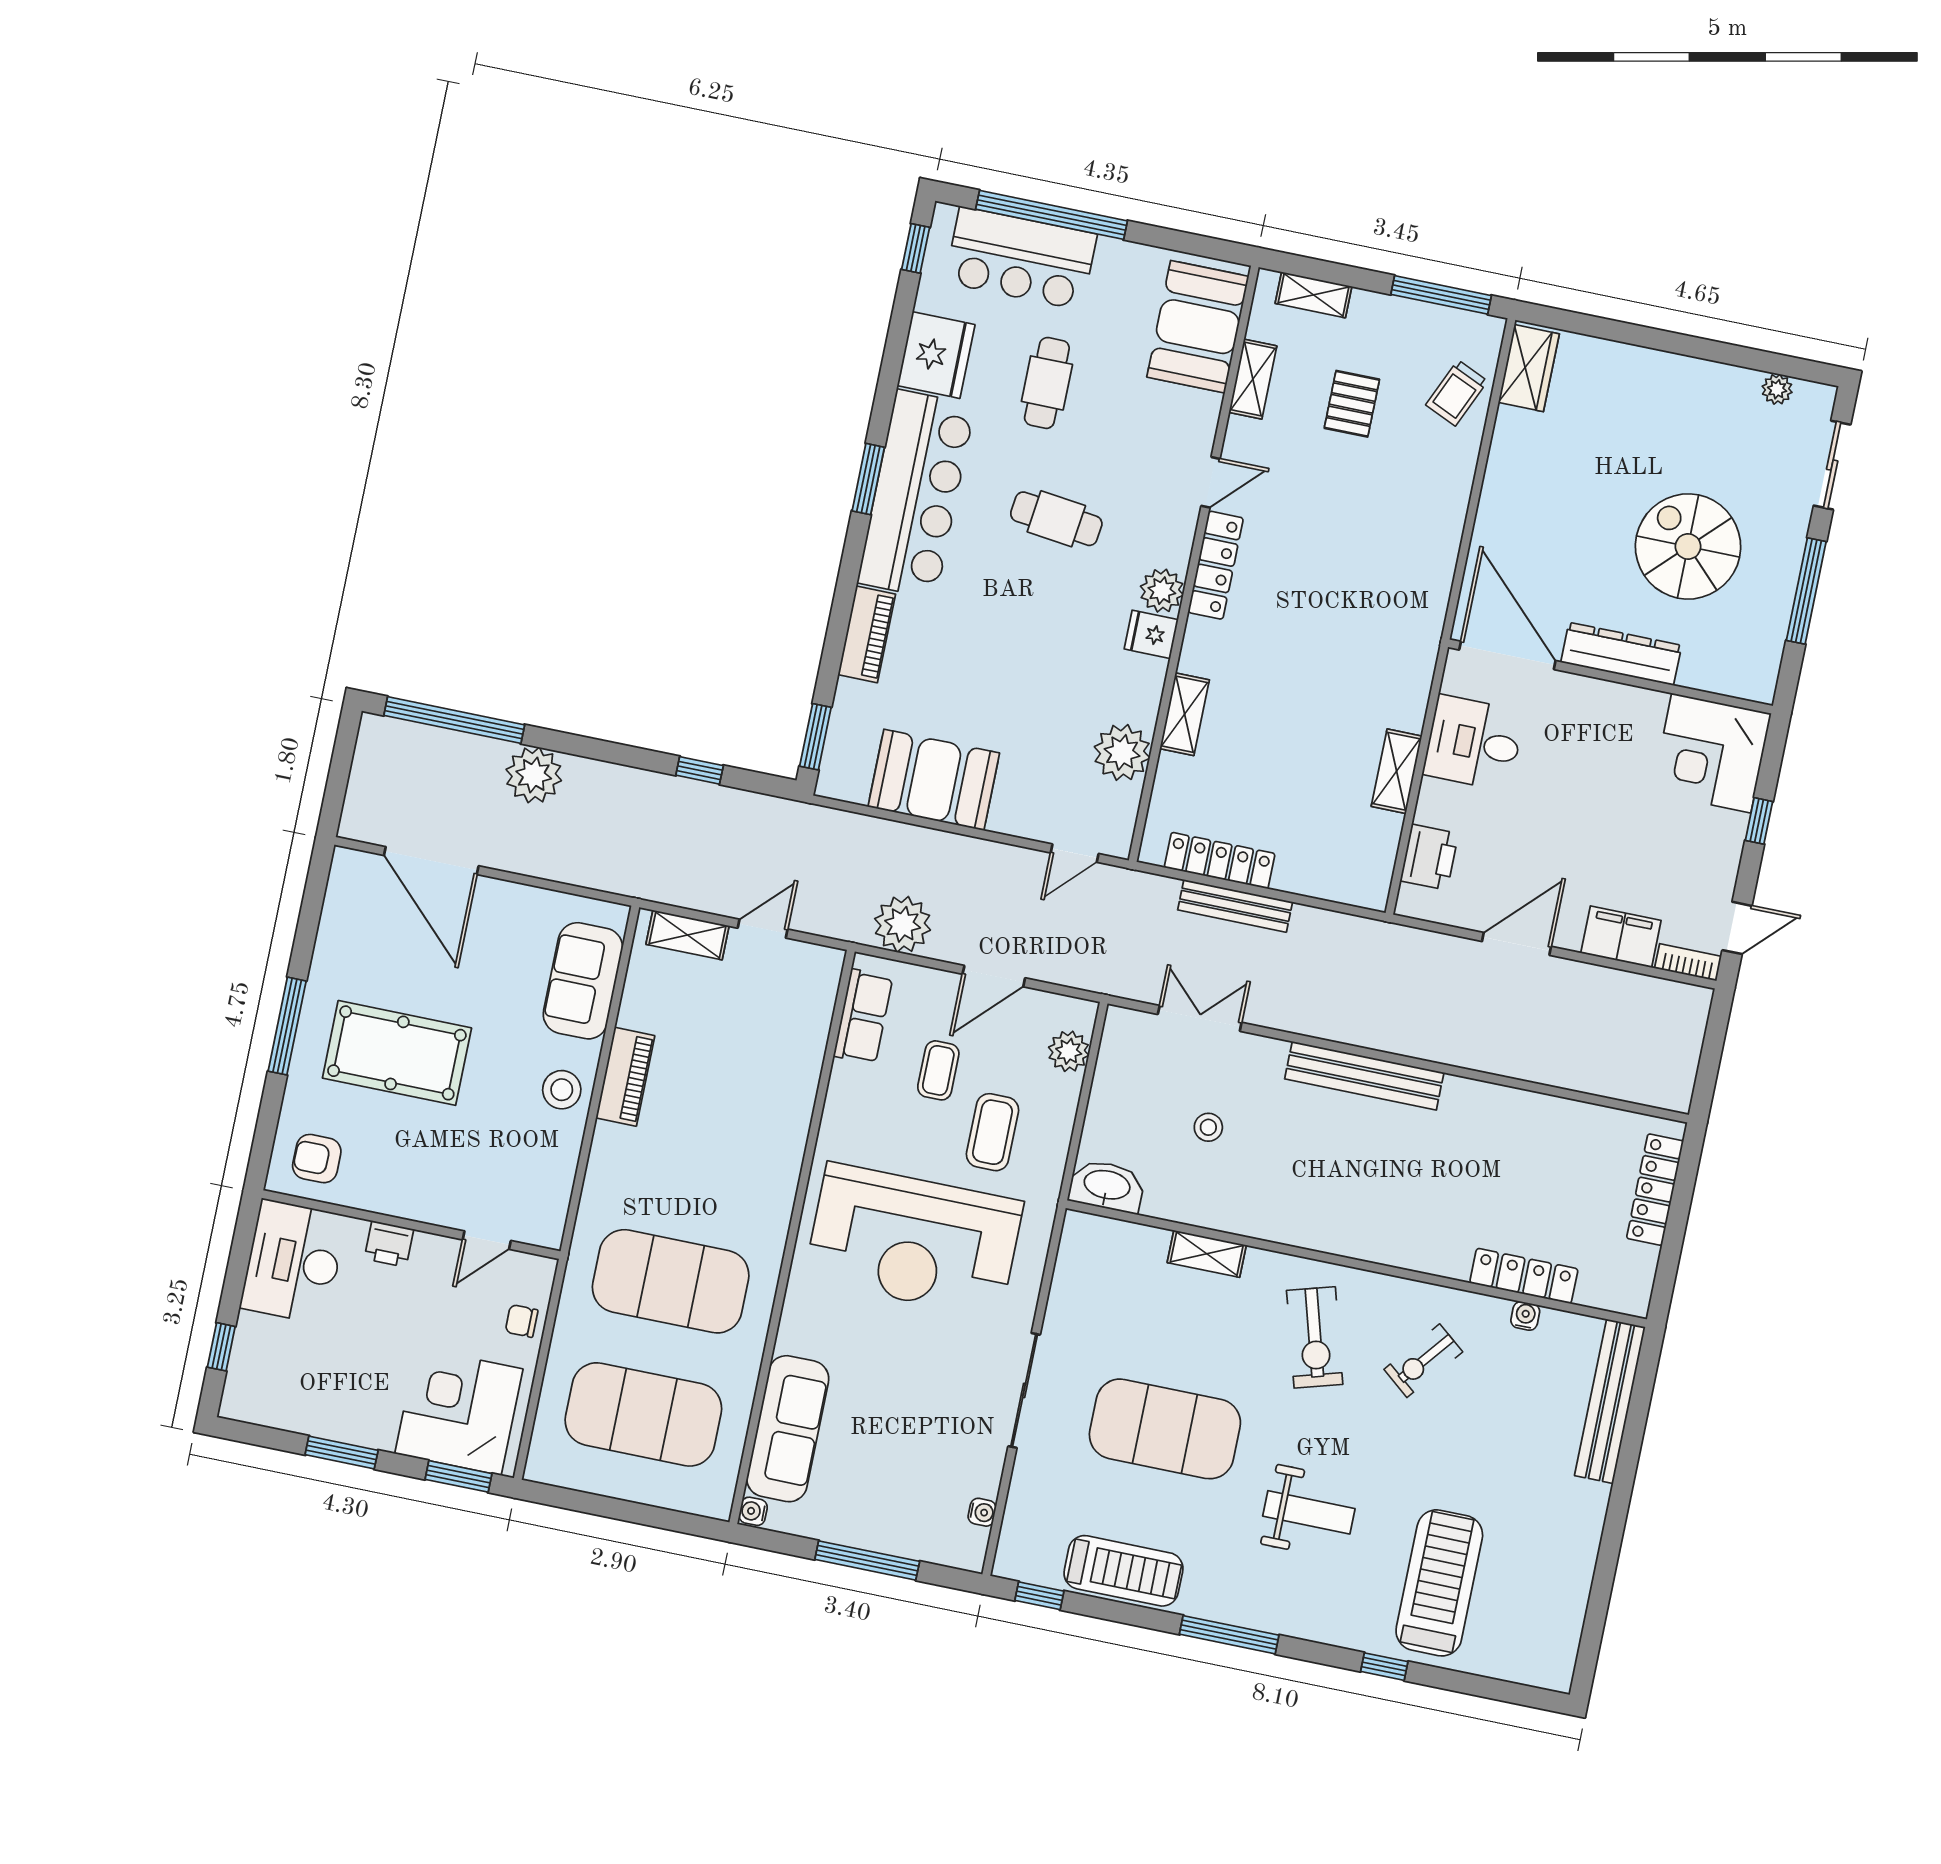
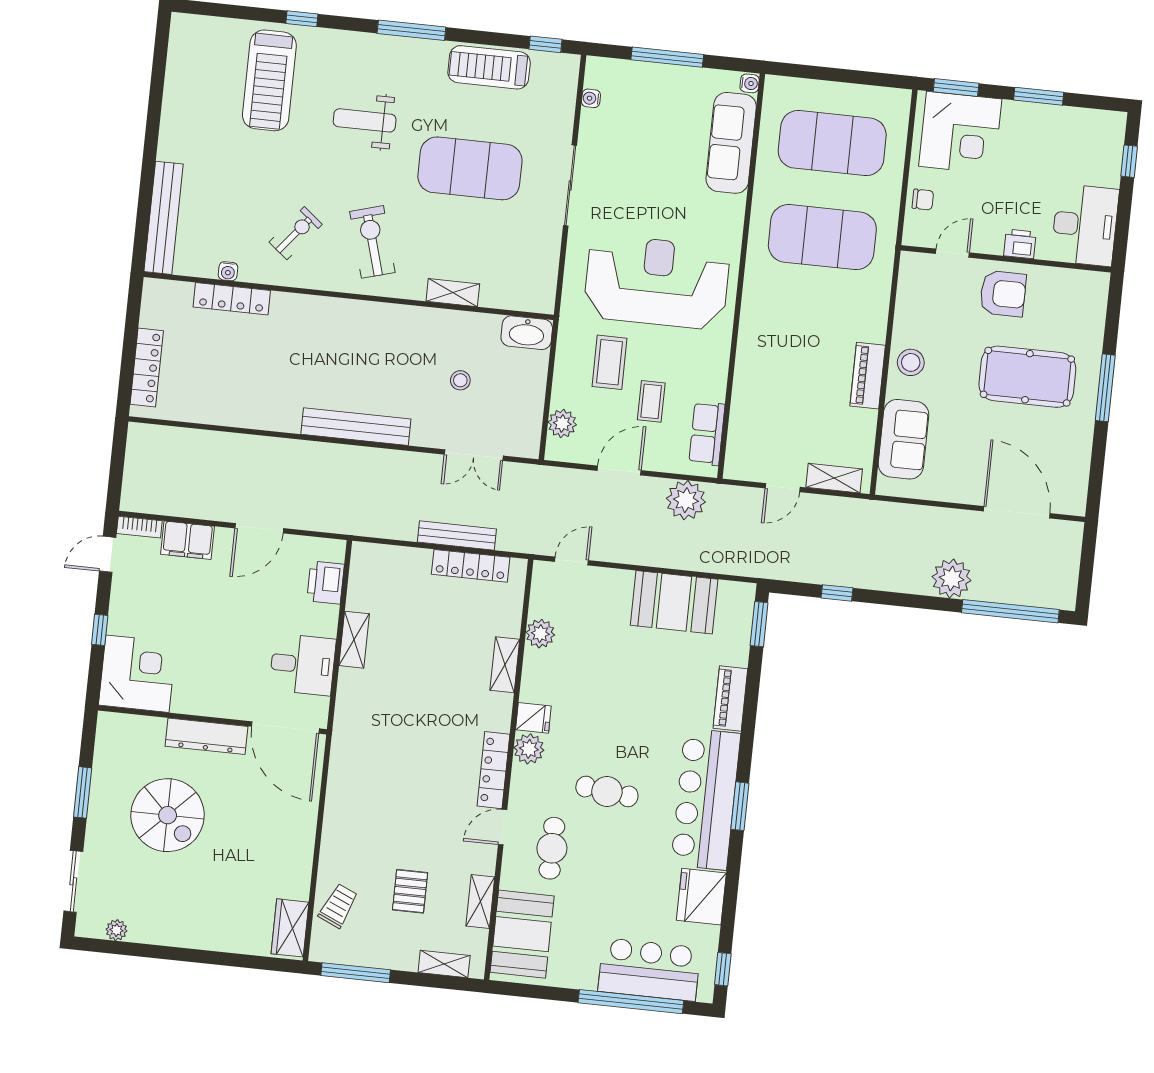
cafe table: (1047, 383) -> (552, 848), moved
window: (1806, 591) -> (83, 792), width x0.69
plant: (1122, 752) -> (540, 634), width x0.73, depth x0.73
armchair: (317, 1159) -> (1003, 294), moved, width x1.38, depth x1.38

